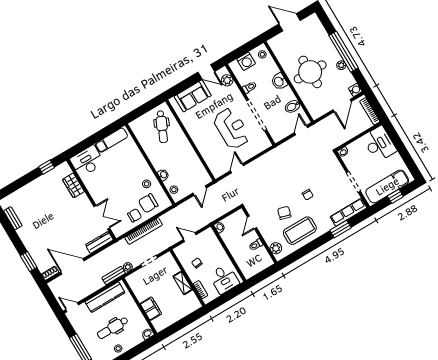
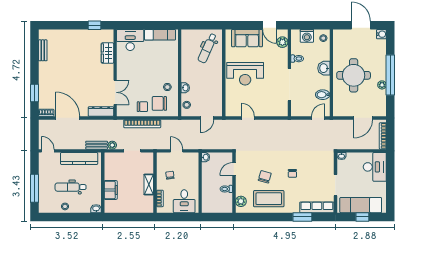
water cooler: (355, 90) -> (381, 34), moved
reception desk: (232, 128) -> (245, 74), moved, turned 90
door: (237, 168) -> (248, 118), hinge flipped

